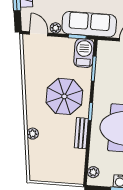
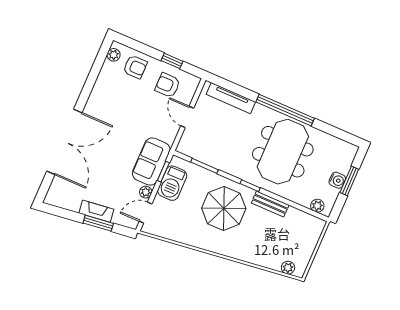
sofa: (89, 24) -> (151, 162), width x0.73
barbecue: (84, 53) -> (172, 183), moved, turned -90
plant: (33, 134) -> (288, 268), moved

